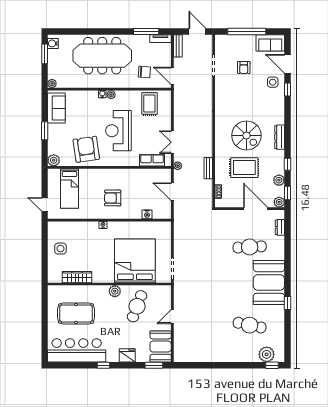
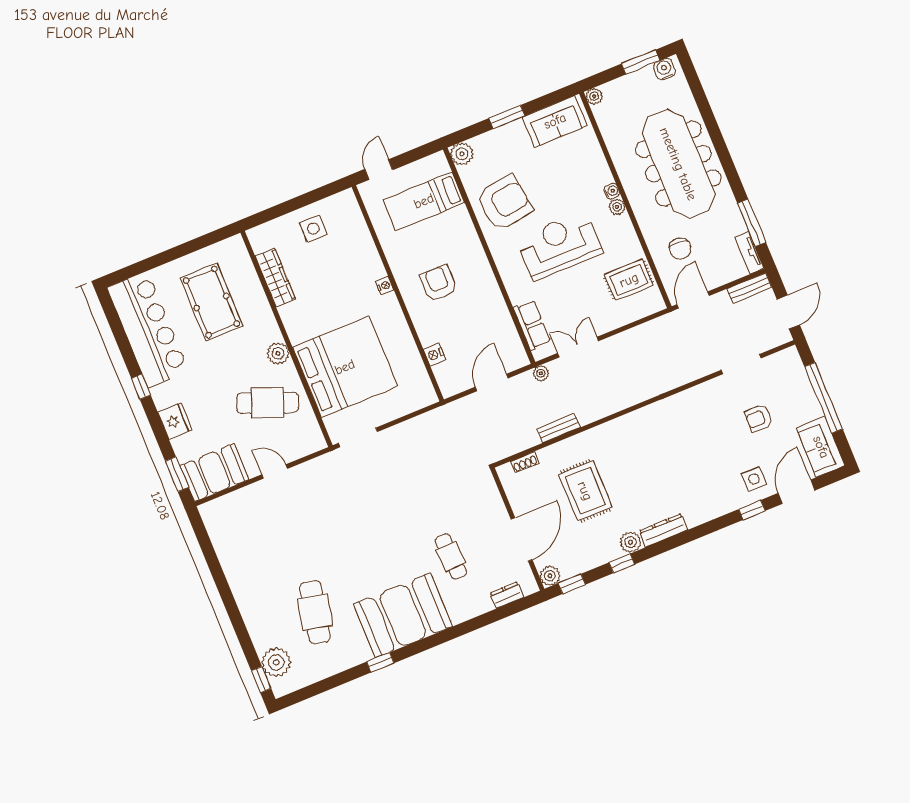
spiral stairs: (246, 135) -> (642, 471), removed
plant: (279, 180) -> (631, 542), moved
cafe table: (250, 247) -> (451, 556), width x0.73, depth x0.74

